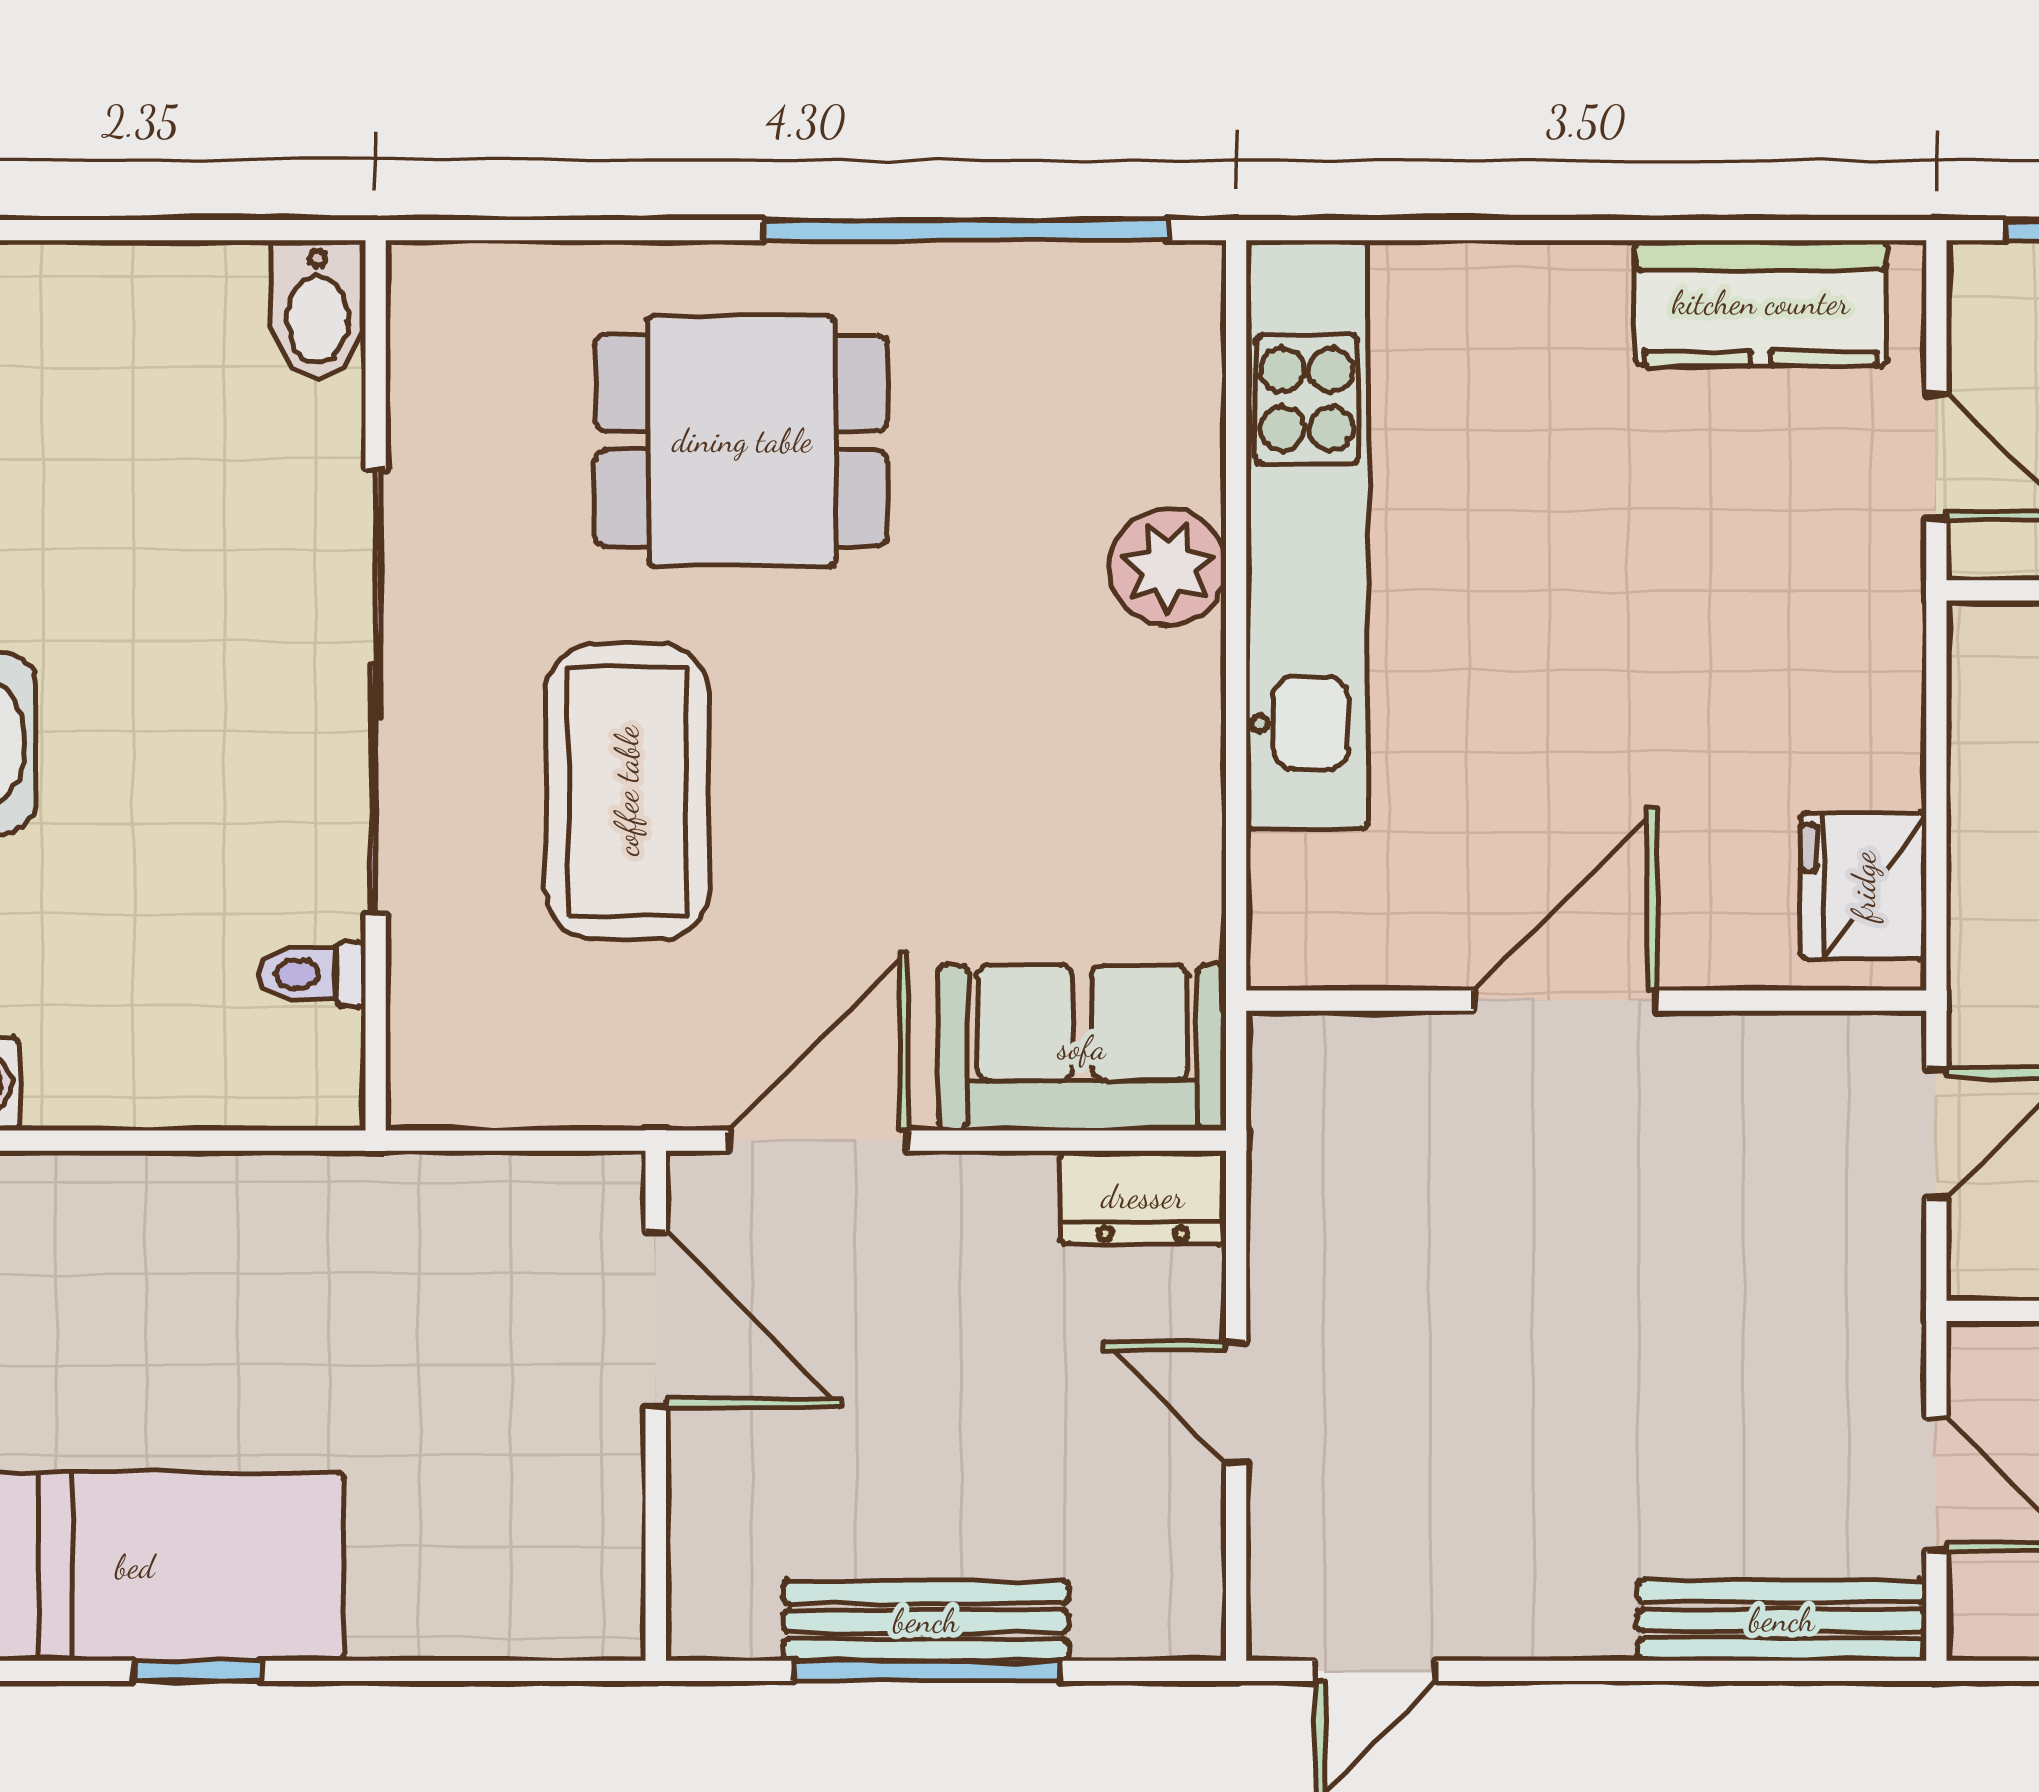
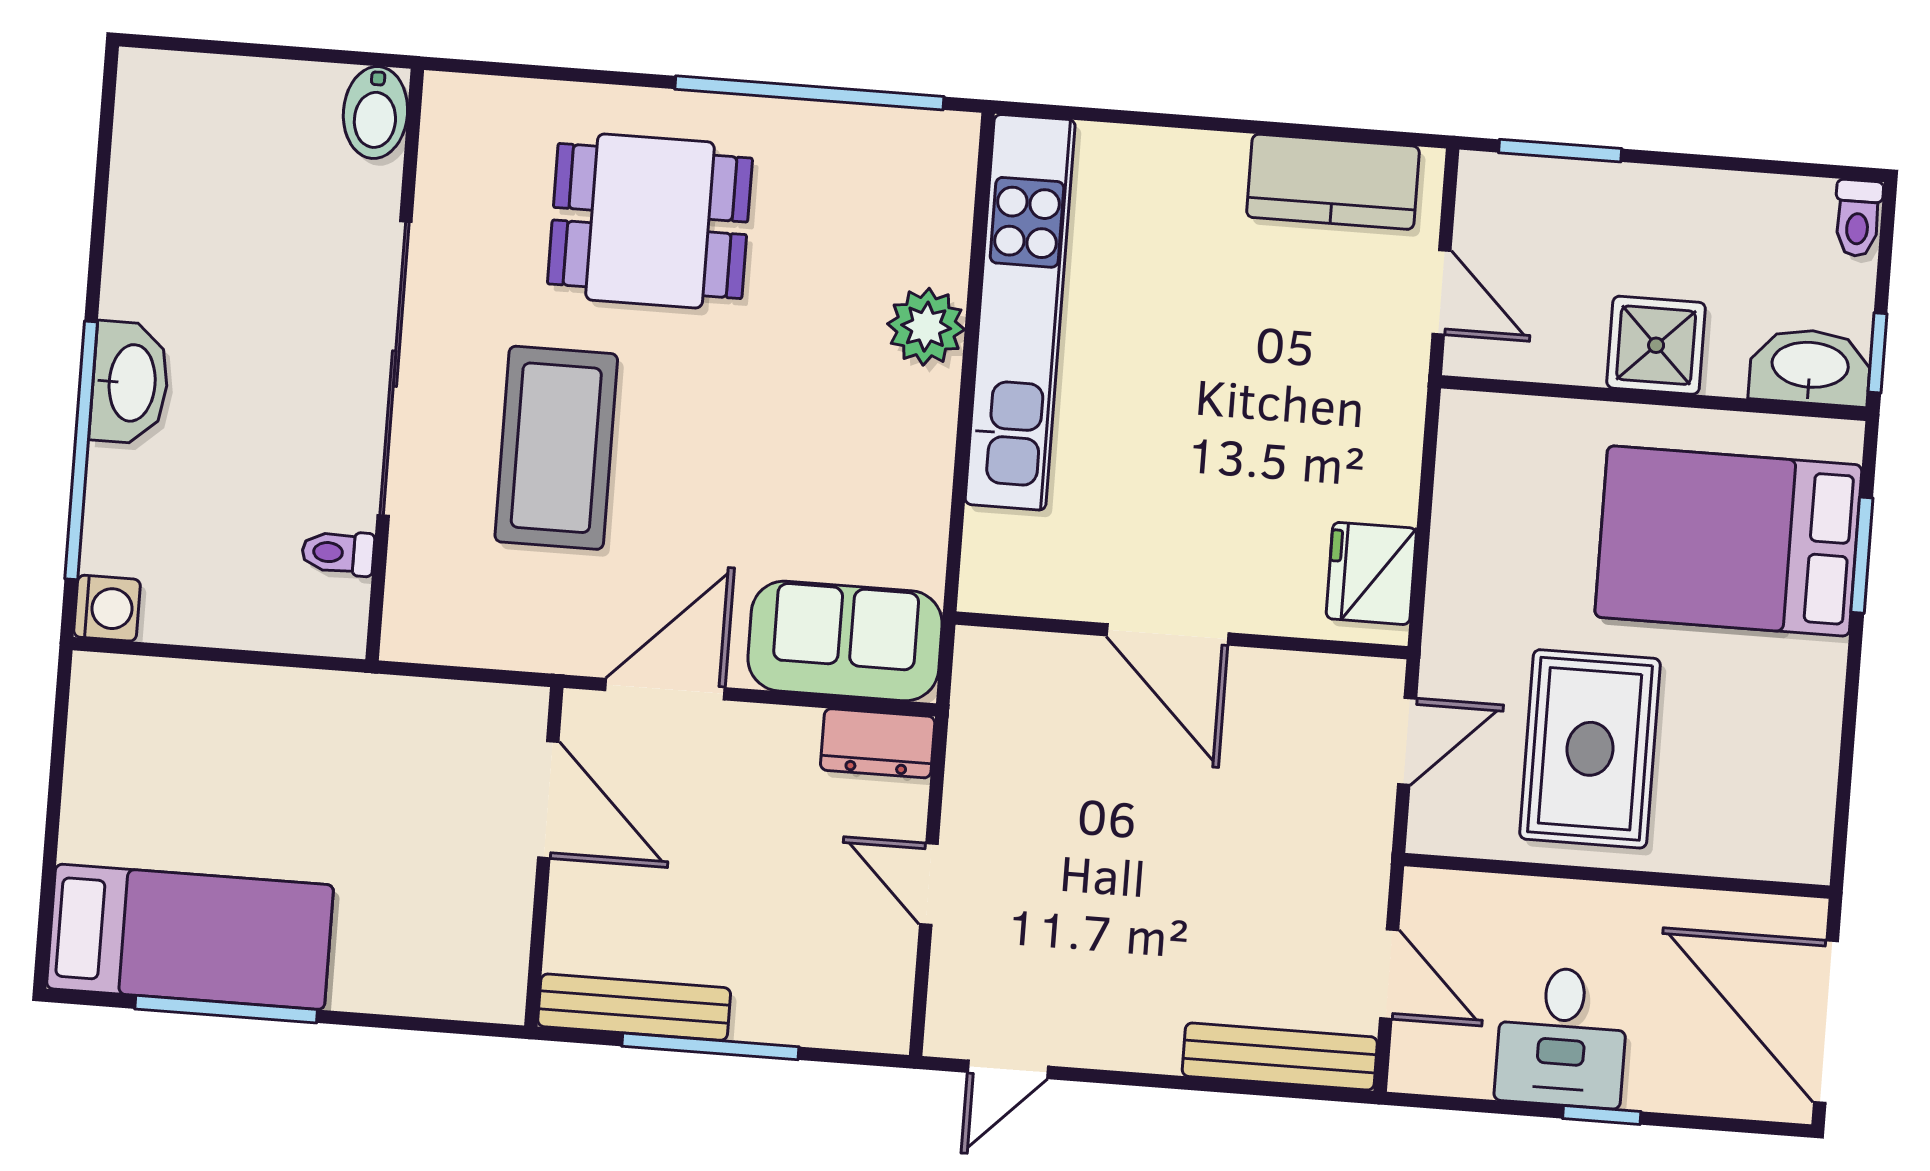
door: (1565, 1001) -> (1168, 634), swing flipped
bench: (926, 1621) -> (634, 1007), moved
window: (197, 1671) -> (226, 1009), width x2.17

